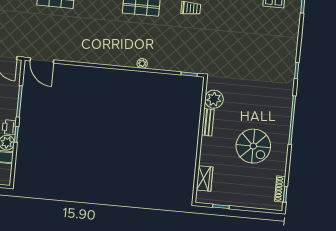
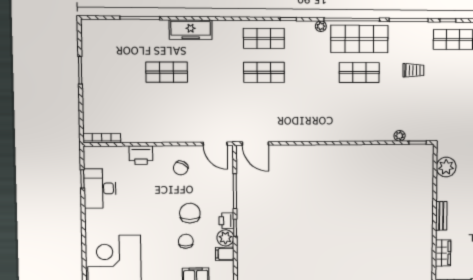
plant: (142, 63) -> (400, 136), moved
bench: (208, 122) -> (441, 216), moved

